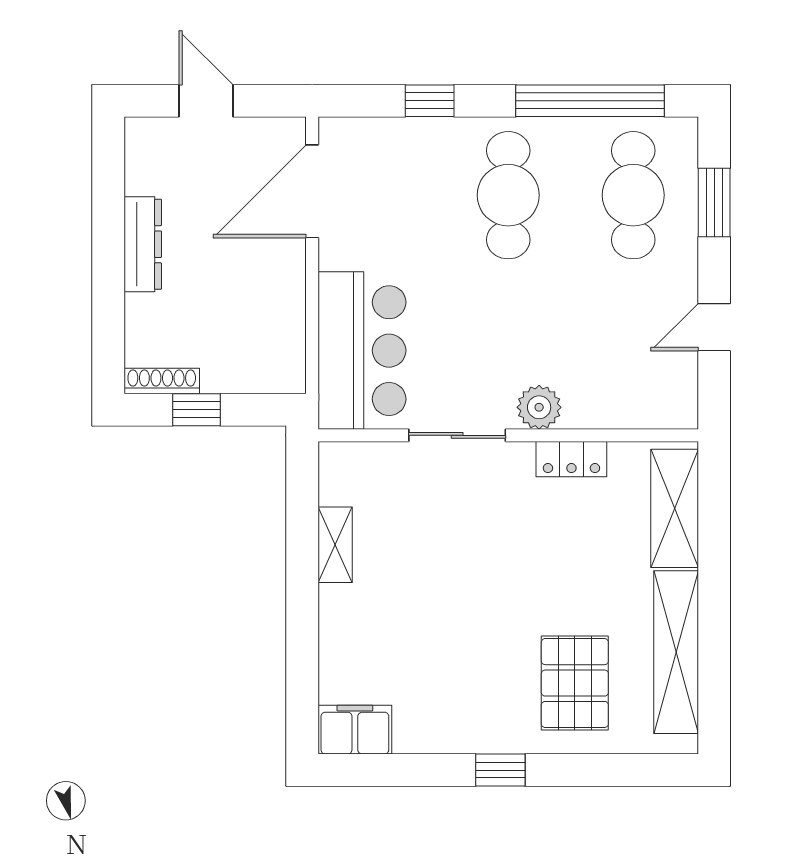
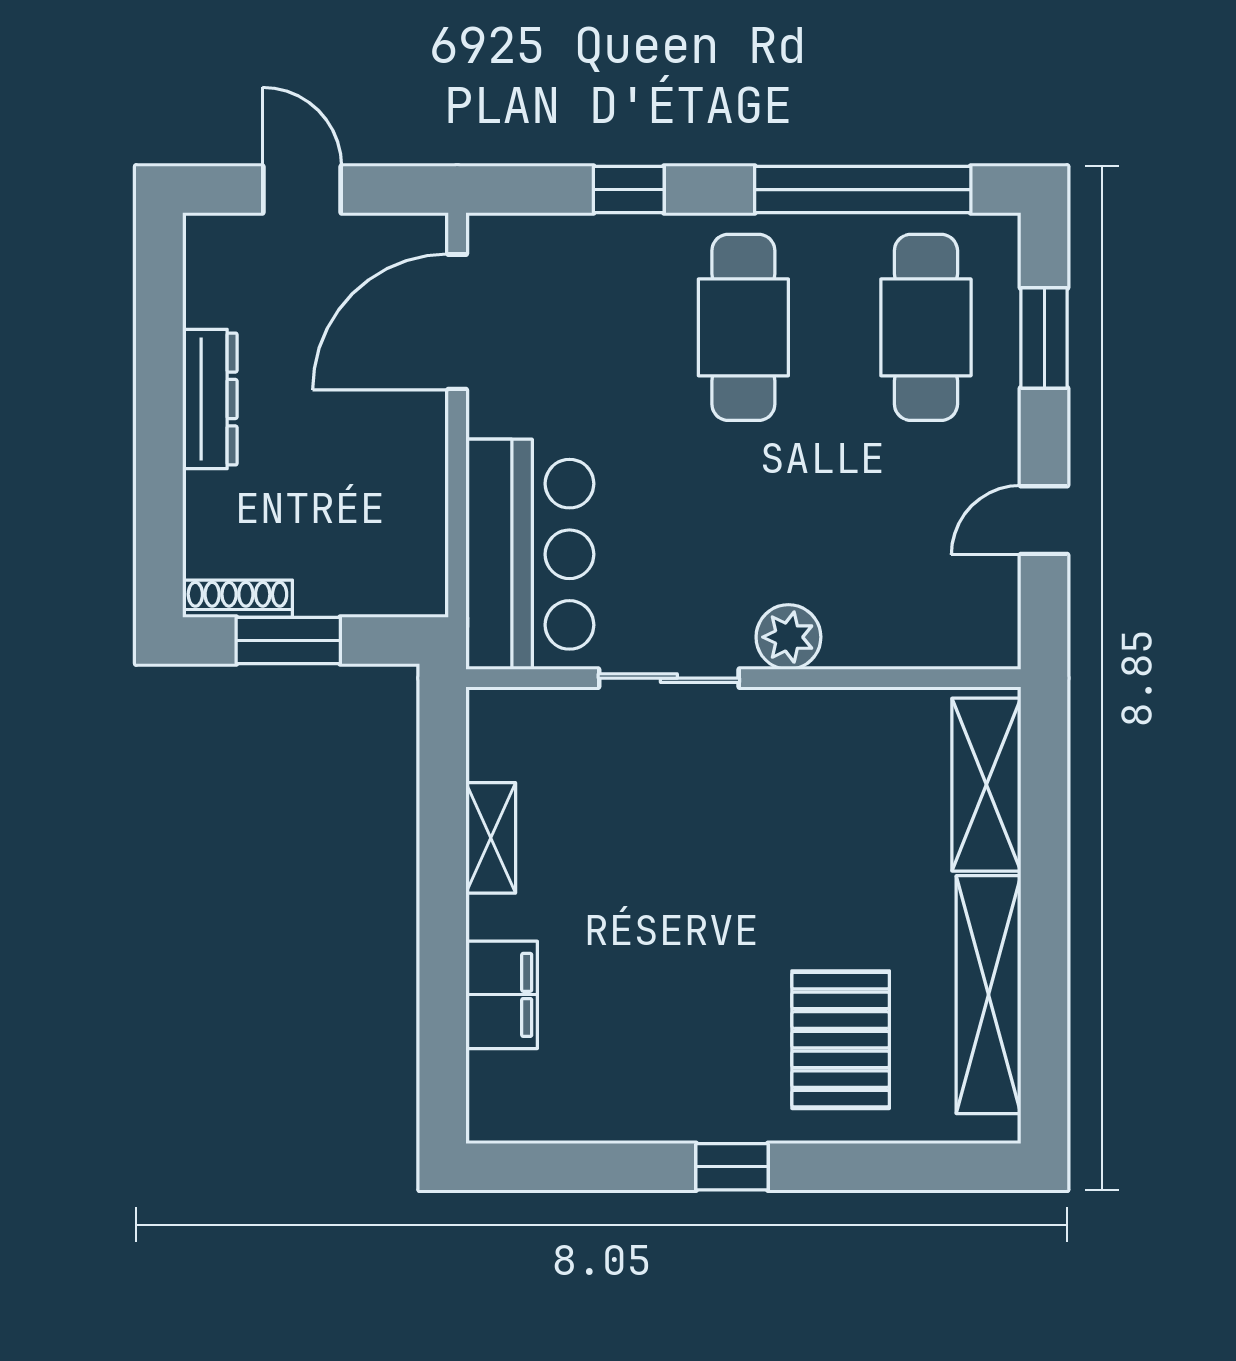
window: (196, 410) -> (288, 641), width x1.50
locker: (571, 459) -> (836, 713), removed
filing cabinet: (355, 730) -> (502, 995), moved, turned 90

